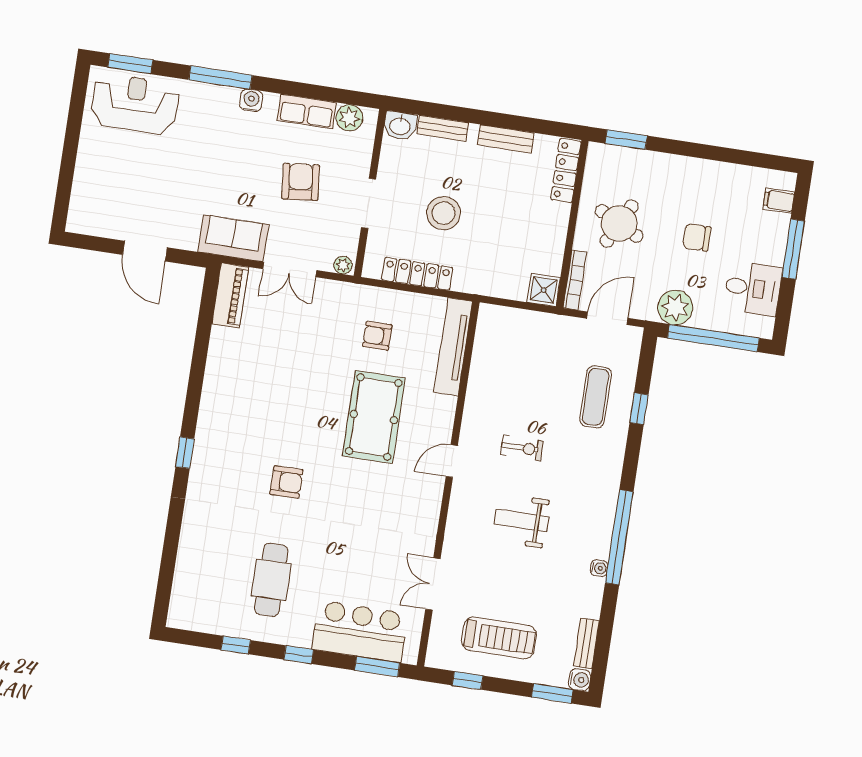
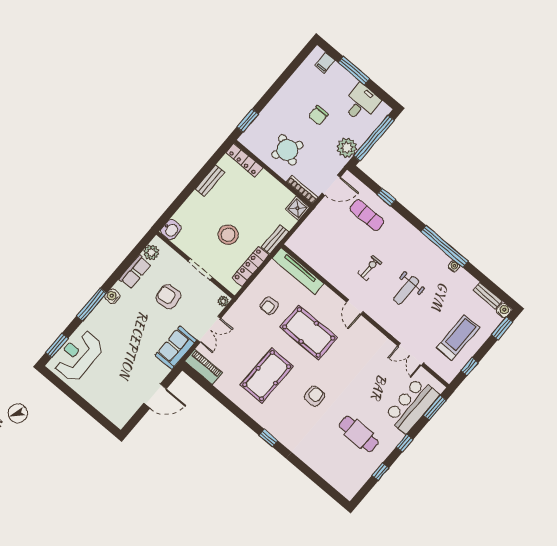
bench: (443, 128) -> (275, 240), moved
door: (607, 318) -> (331, 185), swing flipped
pool table: (274, 395) -> (267, 376), added

